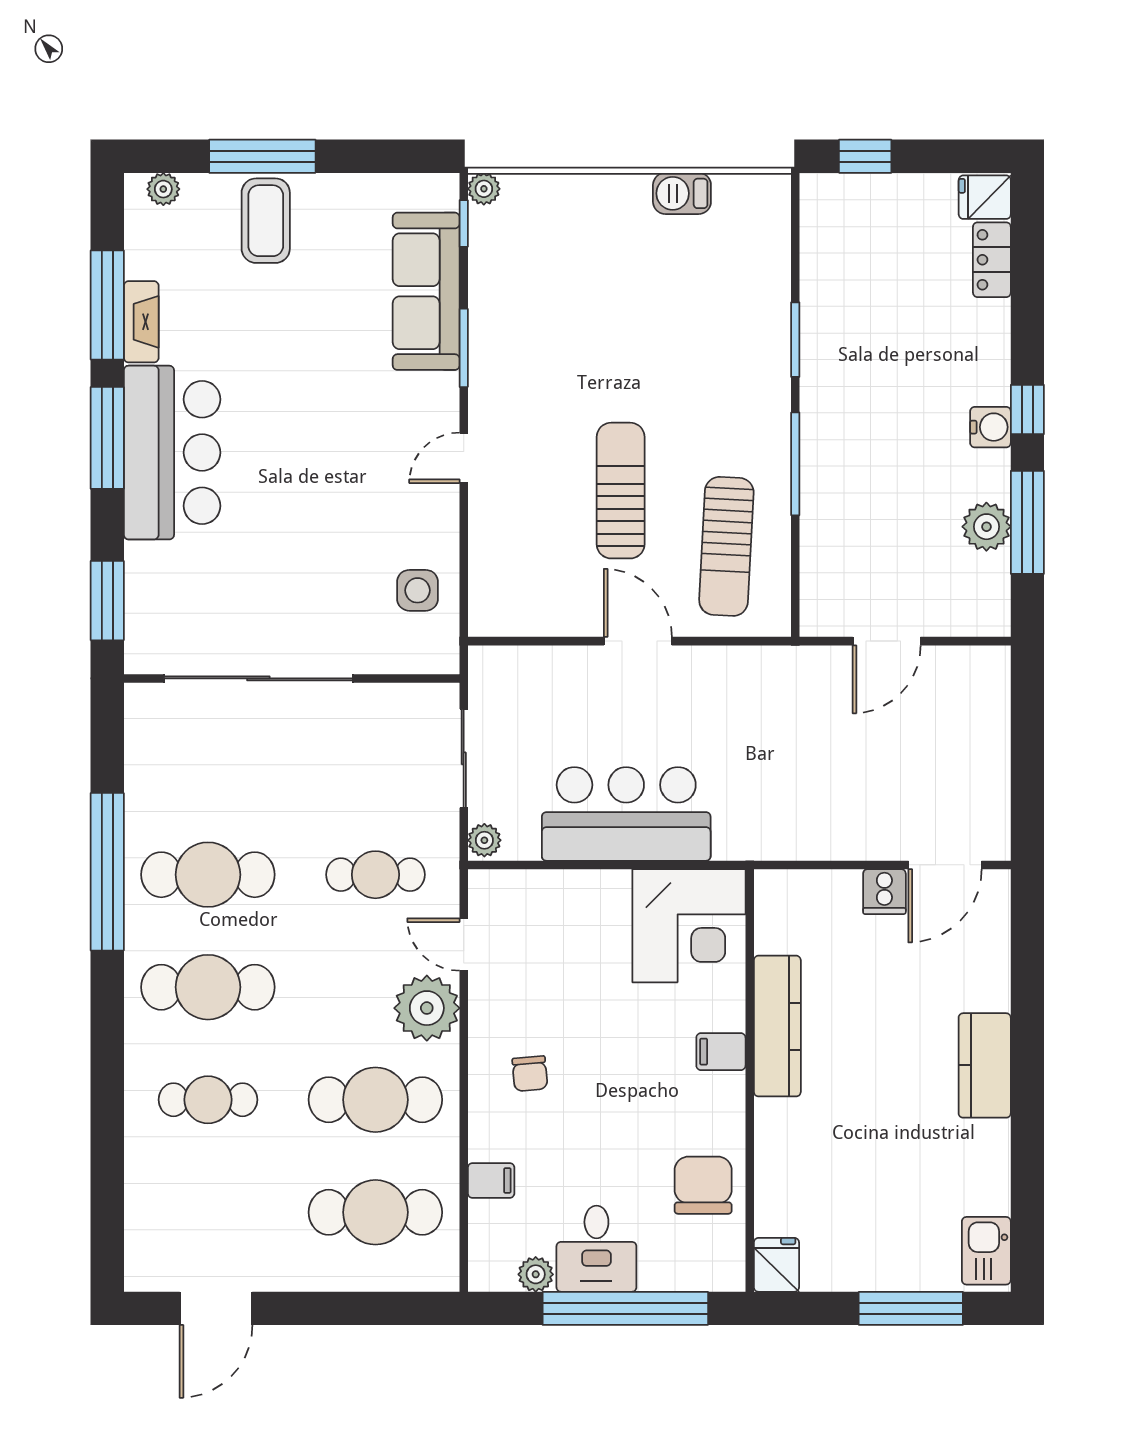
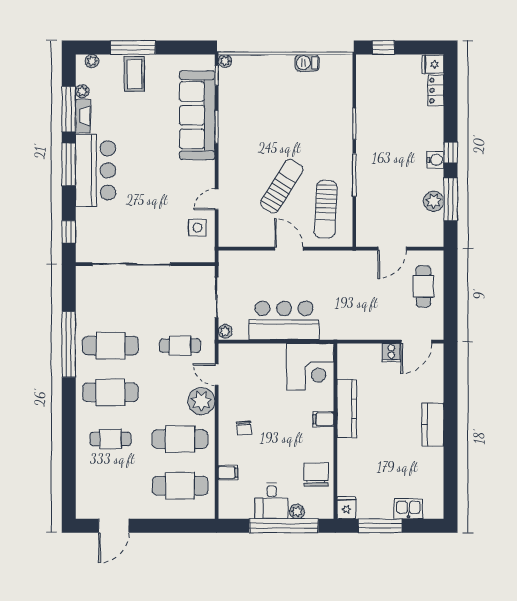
plant: (140, 262) -> (82, 91), added
sofa: (426, 291) -> (197, 115), width x1.36, depth x1.27
door: (464, 458) -> (217, 199), moved
sun lounger: (621, 491) -> (282, 186), turned 32
window: (107, 601) -> (69, 232), width x0.67
cafe table: (962, 732) -> (423, 286), added
kitchen sink: (986, 1251) -> (408, 509), moved, turned 90
plant: (536, 1274) -> (297, 512), moved
window: (911, 1308) -> (380, 526), moved

